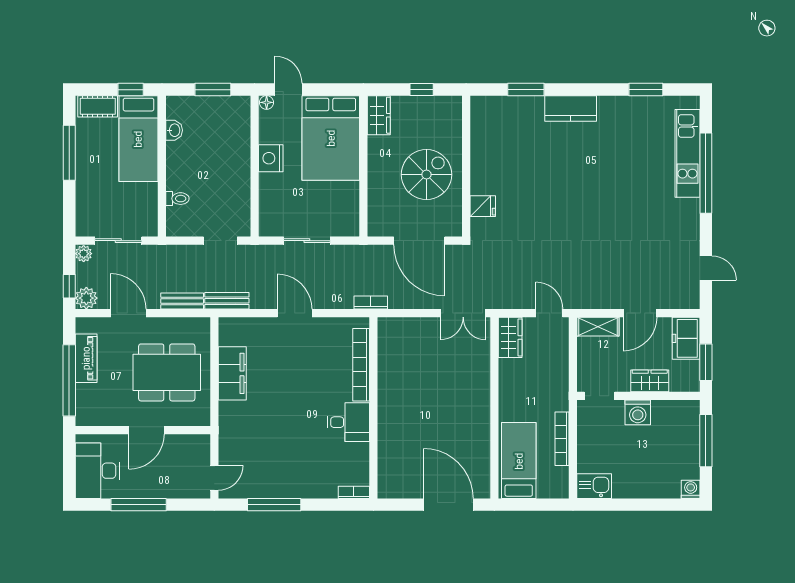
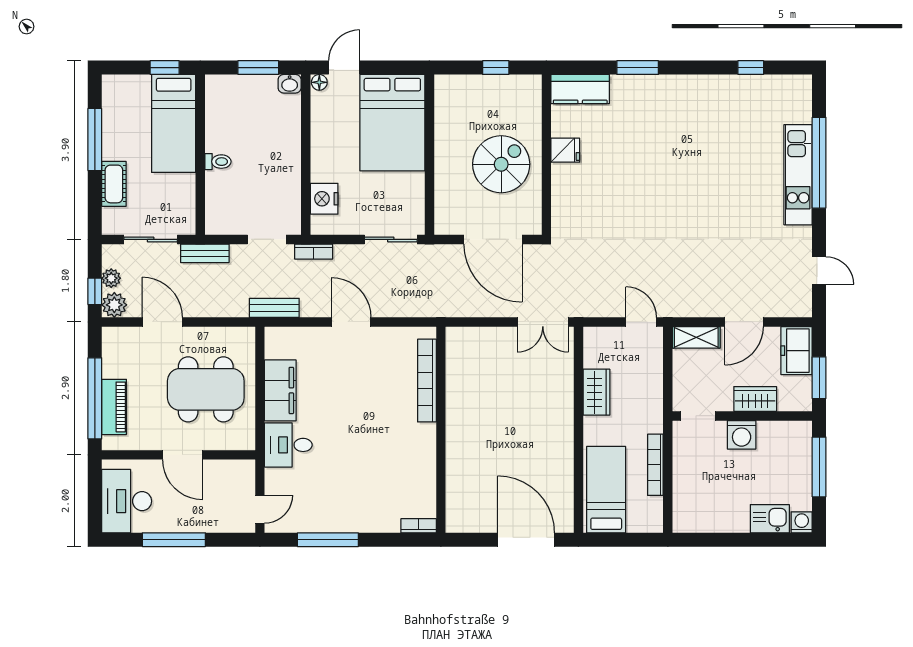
door: (288, 90) -> (344, 68), hinge flipped
window: (526, 90) -> (638, 68), moved
window: (646, 90) -> (751, 68), width x0.67
cot: (98, 106) -> (114, 184), moved, turned 90
kitchen counter: (571, 108) -> (580, 89), moved
wardrobe: (379, 115) -> (447, 97), removed
washbasin: (174, 130) -> (290, 84), moved, turned 90
kitchen unit: (687, 153) -> (798, 175), moved
nightstand: (271, 158) -> (324, 199), moved
toilet: (177, 199) -> (218, 162), moved
fridge: (483, 206) -> (565, 150), moved
sliding door: (307, 241) -> (391, 239), moved
plant: (84, 254) -> (111, 278), moved
bench: (182, 301) -> (205, 253), moved
bookcase: (371, 302) -> (314, 252), moved, turned 180
wardrobe: (510, 337) -> (596, 392), moved
piano: (86, 358) -> (114, 407), moved
desk: (348, 422) -> (288, 445), moved, turned 180
door: (146, 430) -> (183, 455), hinge flipped
kitchen sink: (594, 486) -> (770, 519), moved

